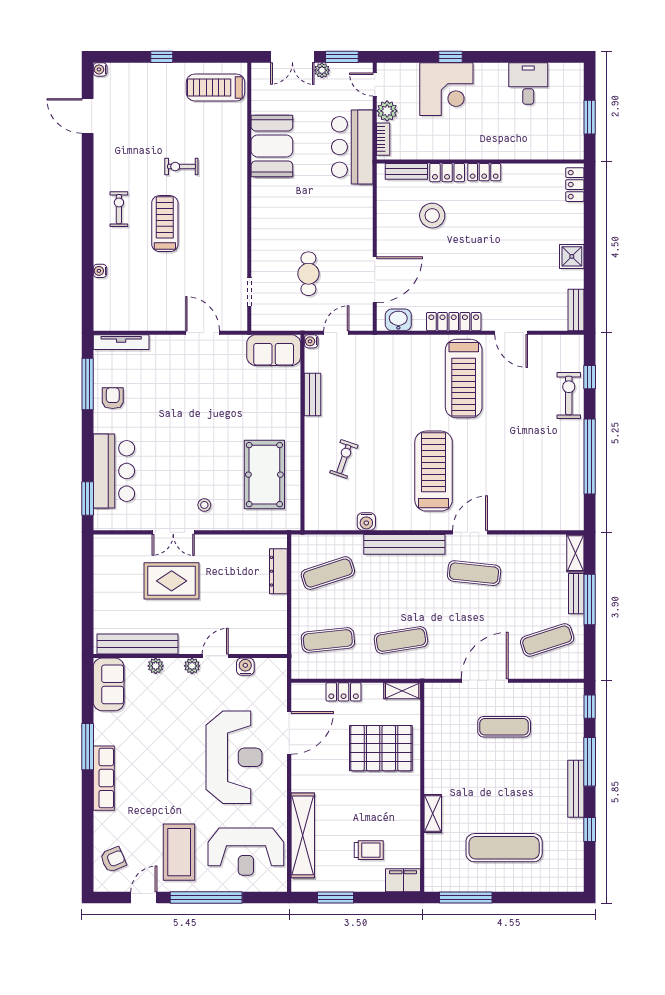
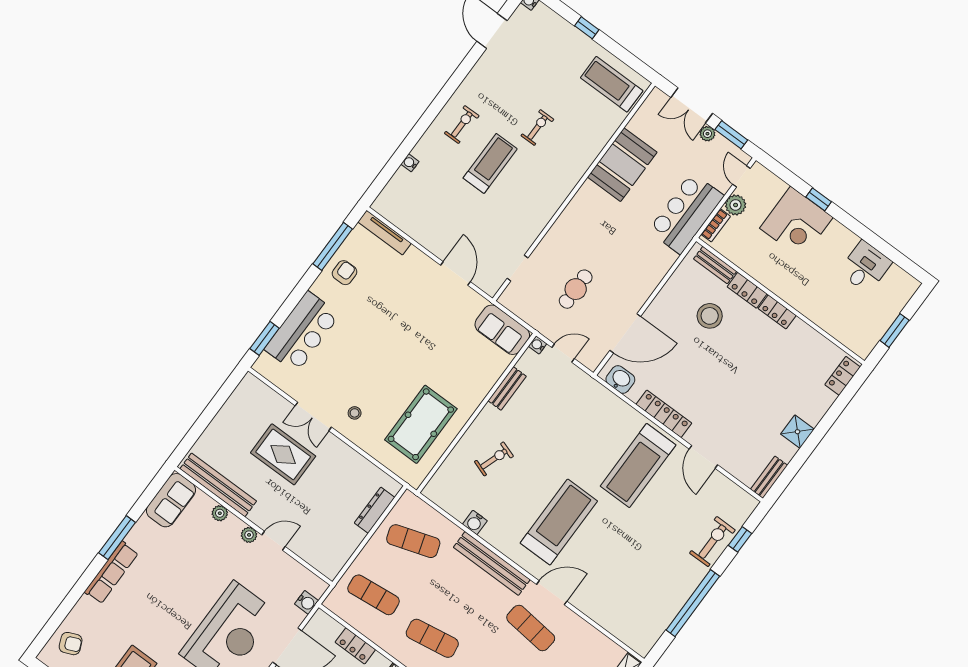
exercise bike: (181, 167) -> (537, 127), turned 90
water cooler: (245, 667) -> (307, 602), moved, turned 90

